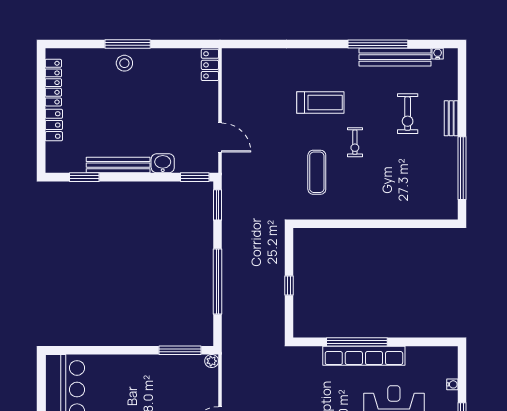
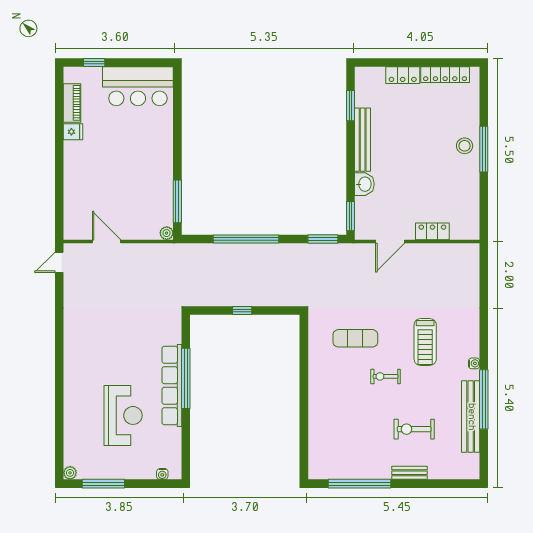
water cooler: (438, 54) -> (474, 363), moved
locker: (210, 65) -> (432, 231), moved
water cooler: (452, 384) -> (162, 474), moved

